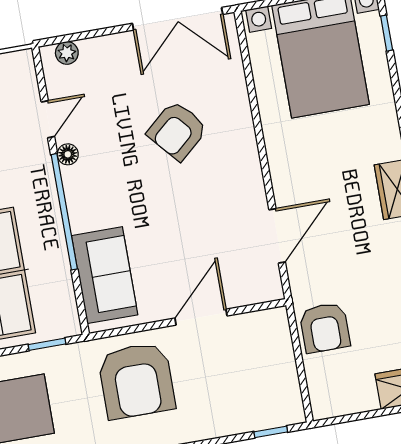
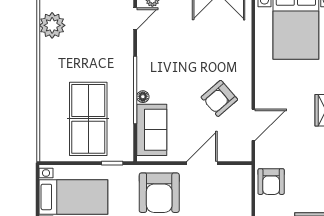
door: (48, 119) -> (135, 19), moved
armchair: (177, 131) -> (219, 98), moved
floor lamp: (68, 154) -> (143, 97), moved

